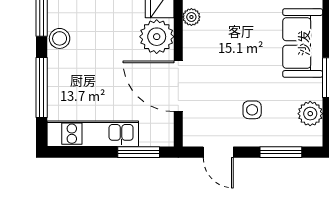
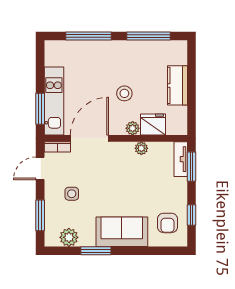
plant: (157, 37) -> (133, 128), width x0.53, depth x0.53
stool: (60, 38) -> (124, 93), moved
bookcase: (190, 129) -> (57, 147), added
kitchen unit: (93, 134) -> (54, 101), moved

